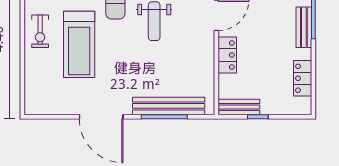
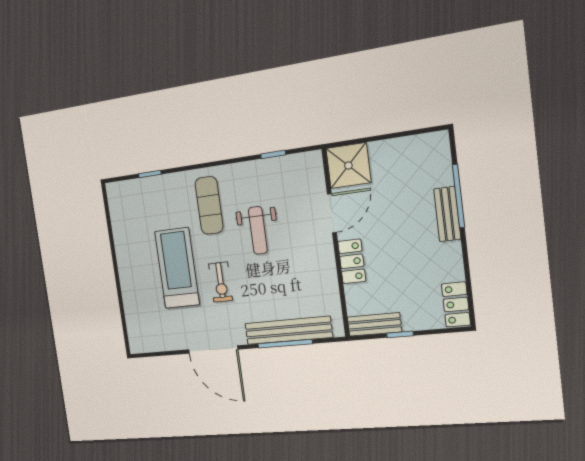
exercise bike: (40, 31) -> (221, 282), moved
treadmill: (79, 44) -> (177, 268), turned 180
locker: (303, 78) -> (456, 304), moved

